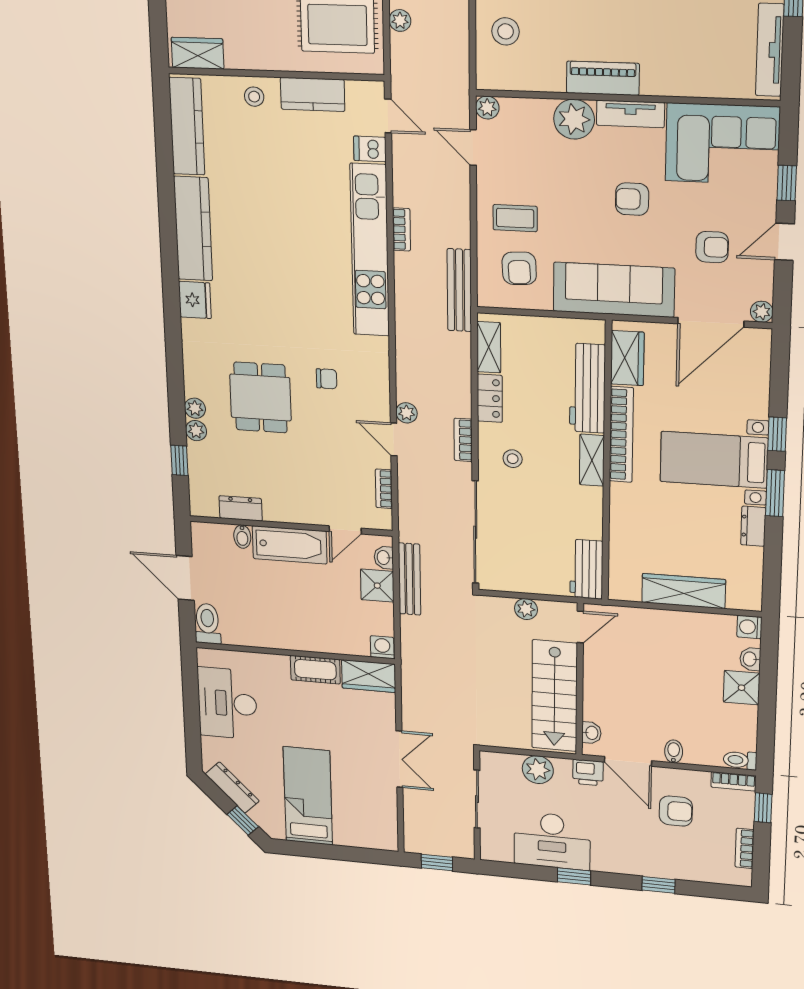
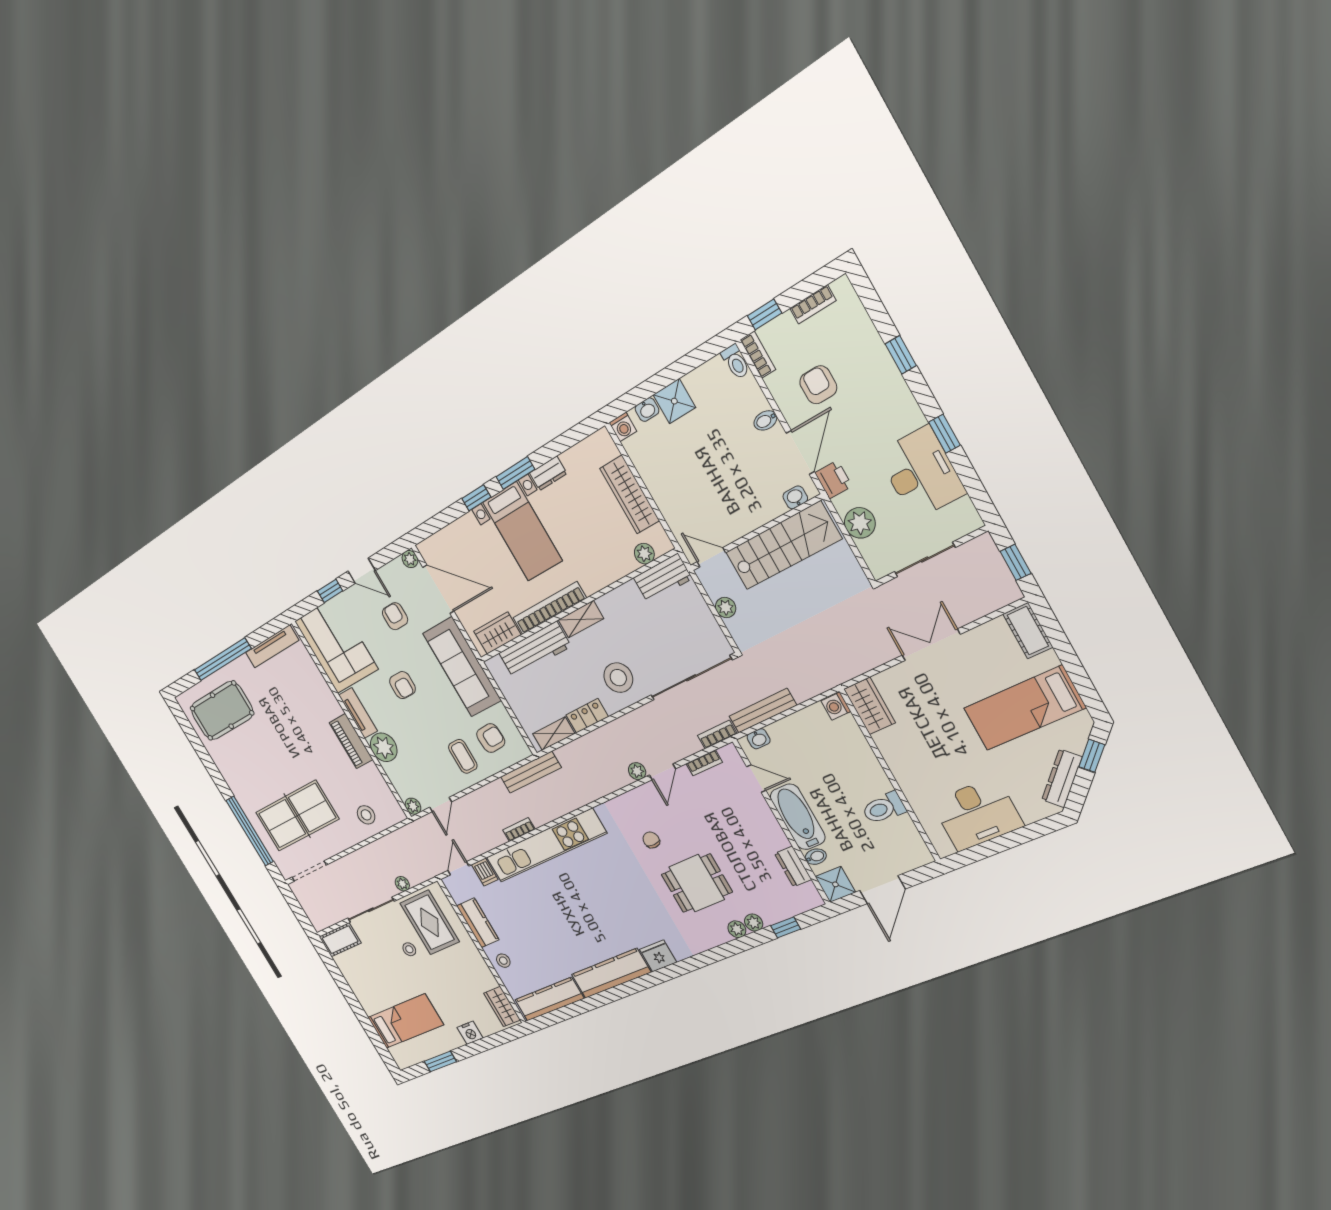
bookcase: (463, 440) -> (717, 735), moved, turned 180
stool: (513, 459) -> (618, 678), width x1.89, depth x1.89
plant: (620, 567) -> (644, 554), added
shower: (377, 586) -> (835, 884), moved
toilet: (208, 624) -> (884, 808), moved
cot: (315, 670) -> (1028, 631), moved

